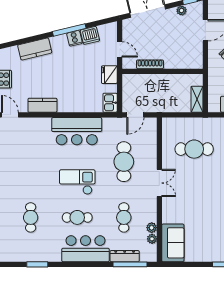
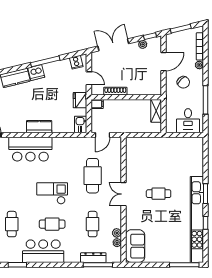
dishwasher: (90, 35) -> (36, 73), moved
cooker: (74, 38) -> (76, 62), moved
filing cabinet: (129, 79) -> (97, 104), added
shelving: (197, 99) -> (156, 111), moved
kitchen counter: (42, 105) -> (39, 127), moved
bar counter: (77, 131) -> (30, 149), moved
cafe table: (194, 149) -> (159, 194), moved, width x0.73, depth x0.74
double door: (159, 183) -> (123, 194), swing flipped
bar counter: (85, 249) -> (43, 251), moved

